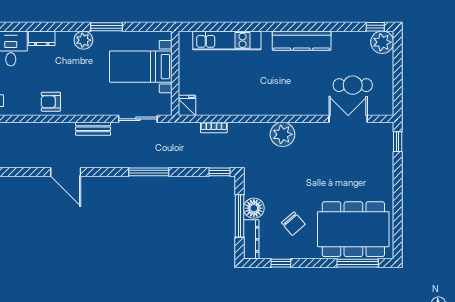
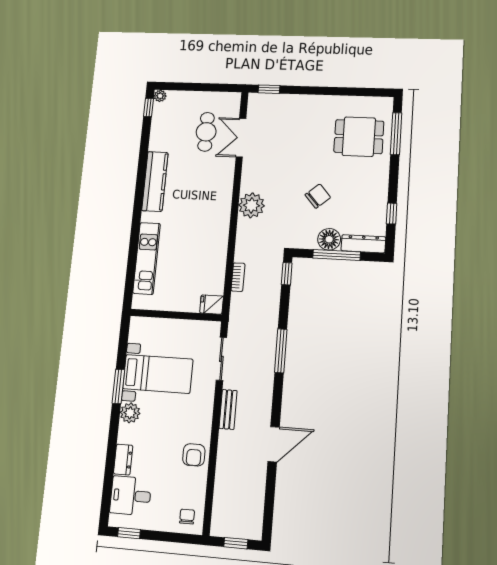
plant: (382, 42) -> (160, 96), width x0.53, depth x0.53
bed with nightstands: (141, 67) -> (158, 374), moved, turned -90
chair: (293, 224) -> (318, 196), moved
dining table: (353, 229) -> (359, 137), width x0.53, depth x0.80

